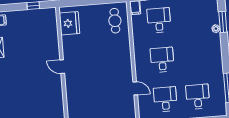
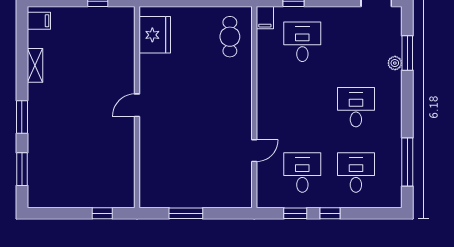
desk: (162, 60) -> (356, 107), moved
door: (62, 67) -> (137, 105), hinge flipped
door: (135, 88) -> (254, 151), hinge flipped

